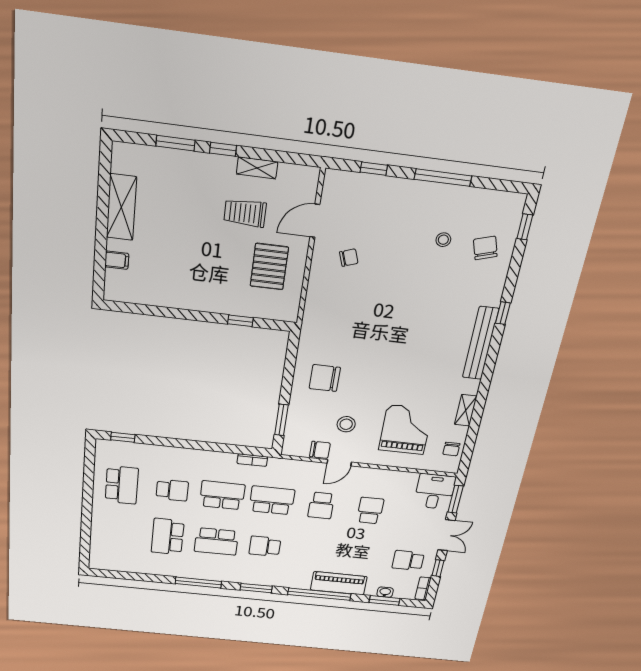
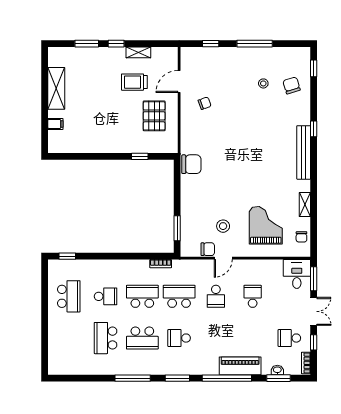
chair: (325, 378) -> (191, 164), moved, turned 180

